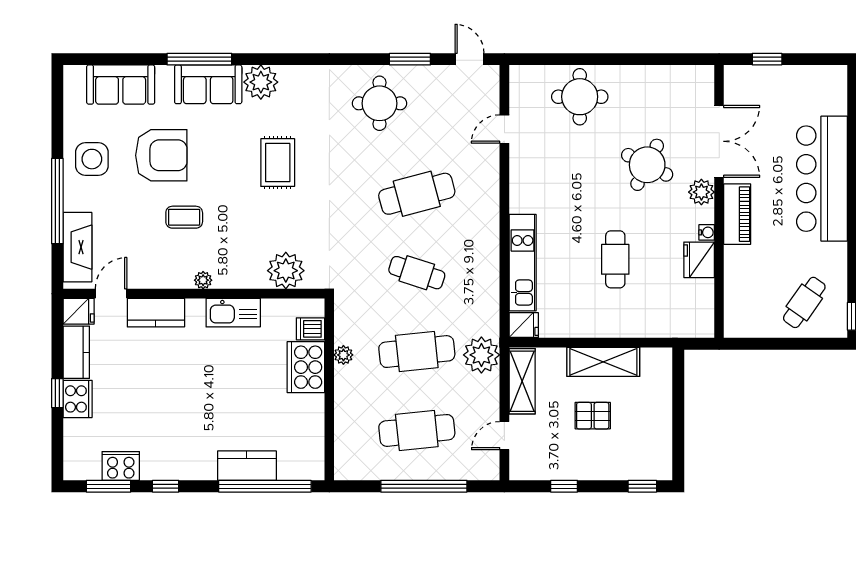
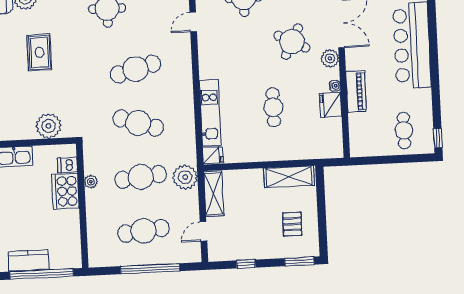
piano: (737, 214) -> (356, 92), moved
cafe table: (417, 273) -> (138, 123), width x1.37, depth x1.35
cafe table: (804, 302) -> (404, 130), turned -35
shelving: (603, 362) -> (289, 177), moved
pallet: (593, 416) -> (292, 224), moved, turned 90
window: (642, 486) -> (299, 261), width x1.50

